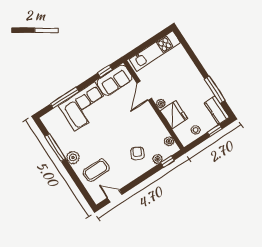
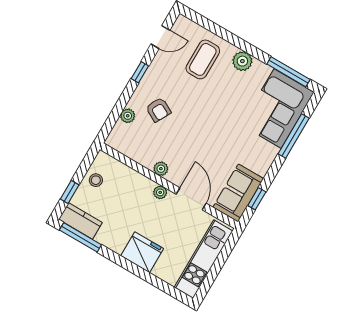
window: (215, 90) -> (80, 237), moved
corner sofa: (85, 107) -> (278, 109), moved
fridge: (174, 115) -> (142, 252), moved, turned 180
plant: (169, 141) -> (161, 169), moved
window: (55, 148) -> (288, 72), moved
window: (167, 162) -> (140, 72), moved

